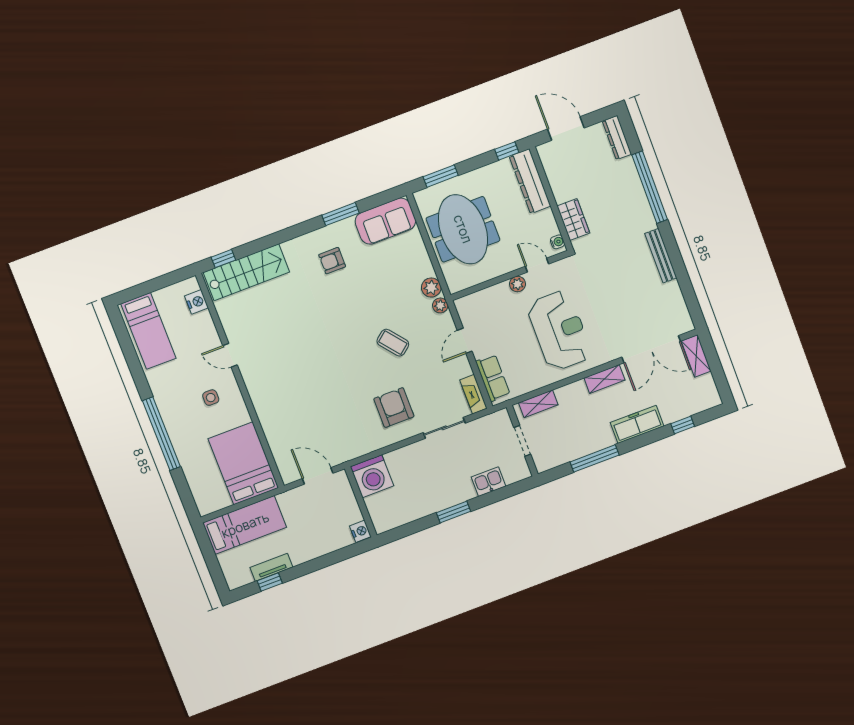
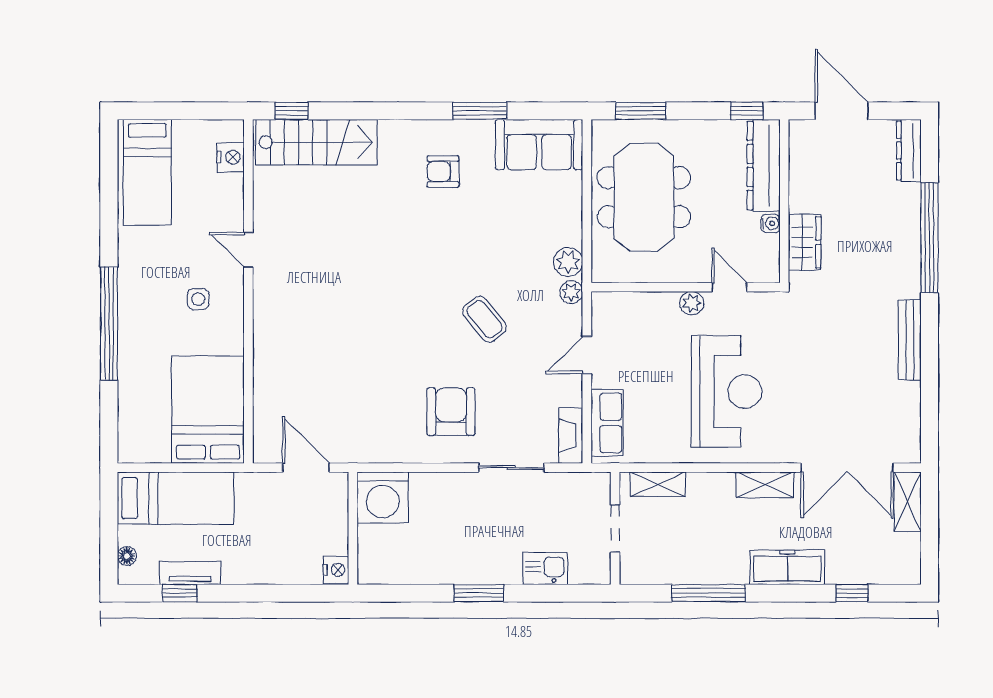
water cooler: (557, 242) -> (771, 223), moved
floor lamp: (228, 572) -> (127, 556), added

